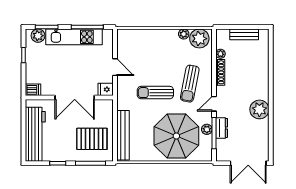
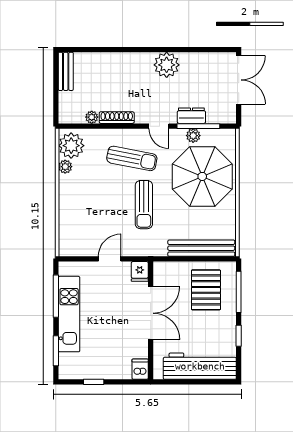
bench: (244, 34) -> (66, 71), moved
plant: (38, 36) -> (67, 362), removed

